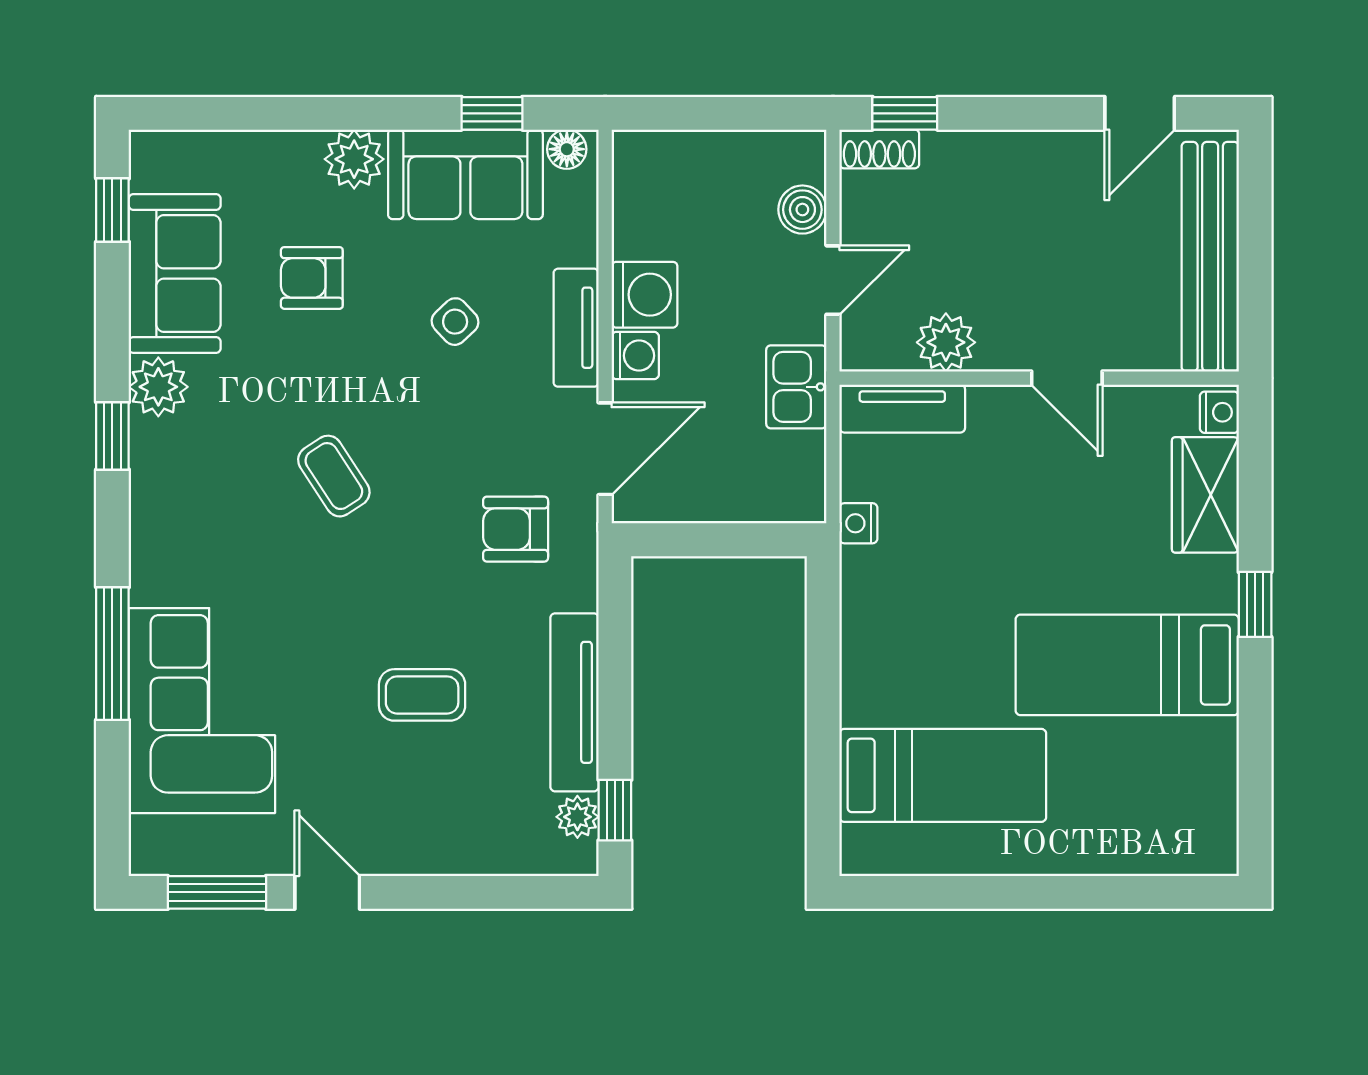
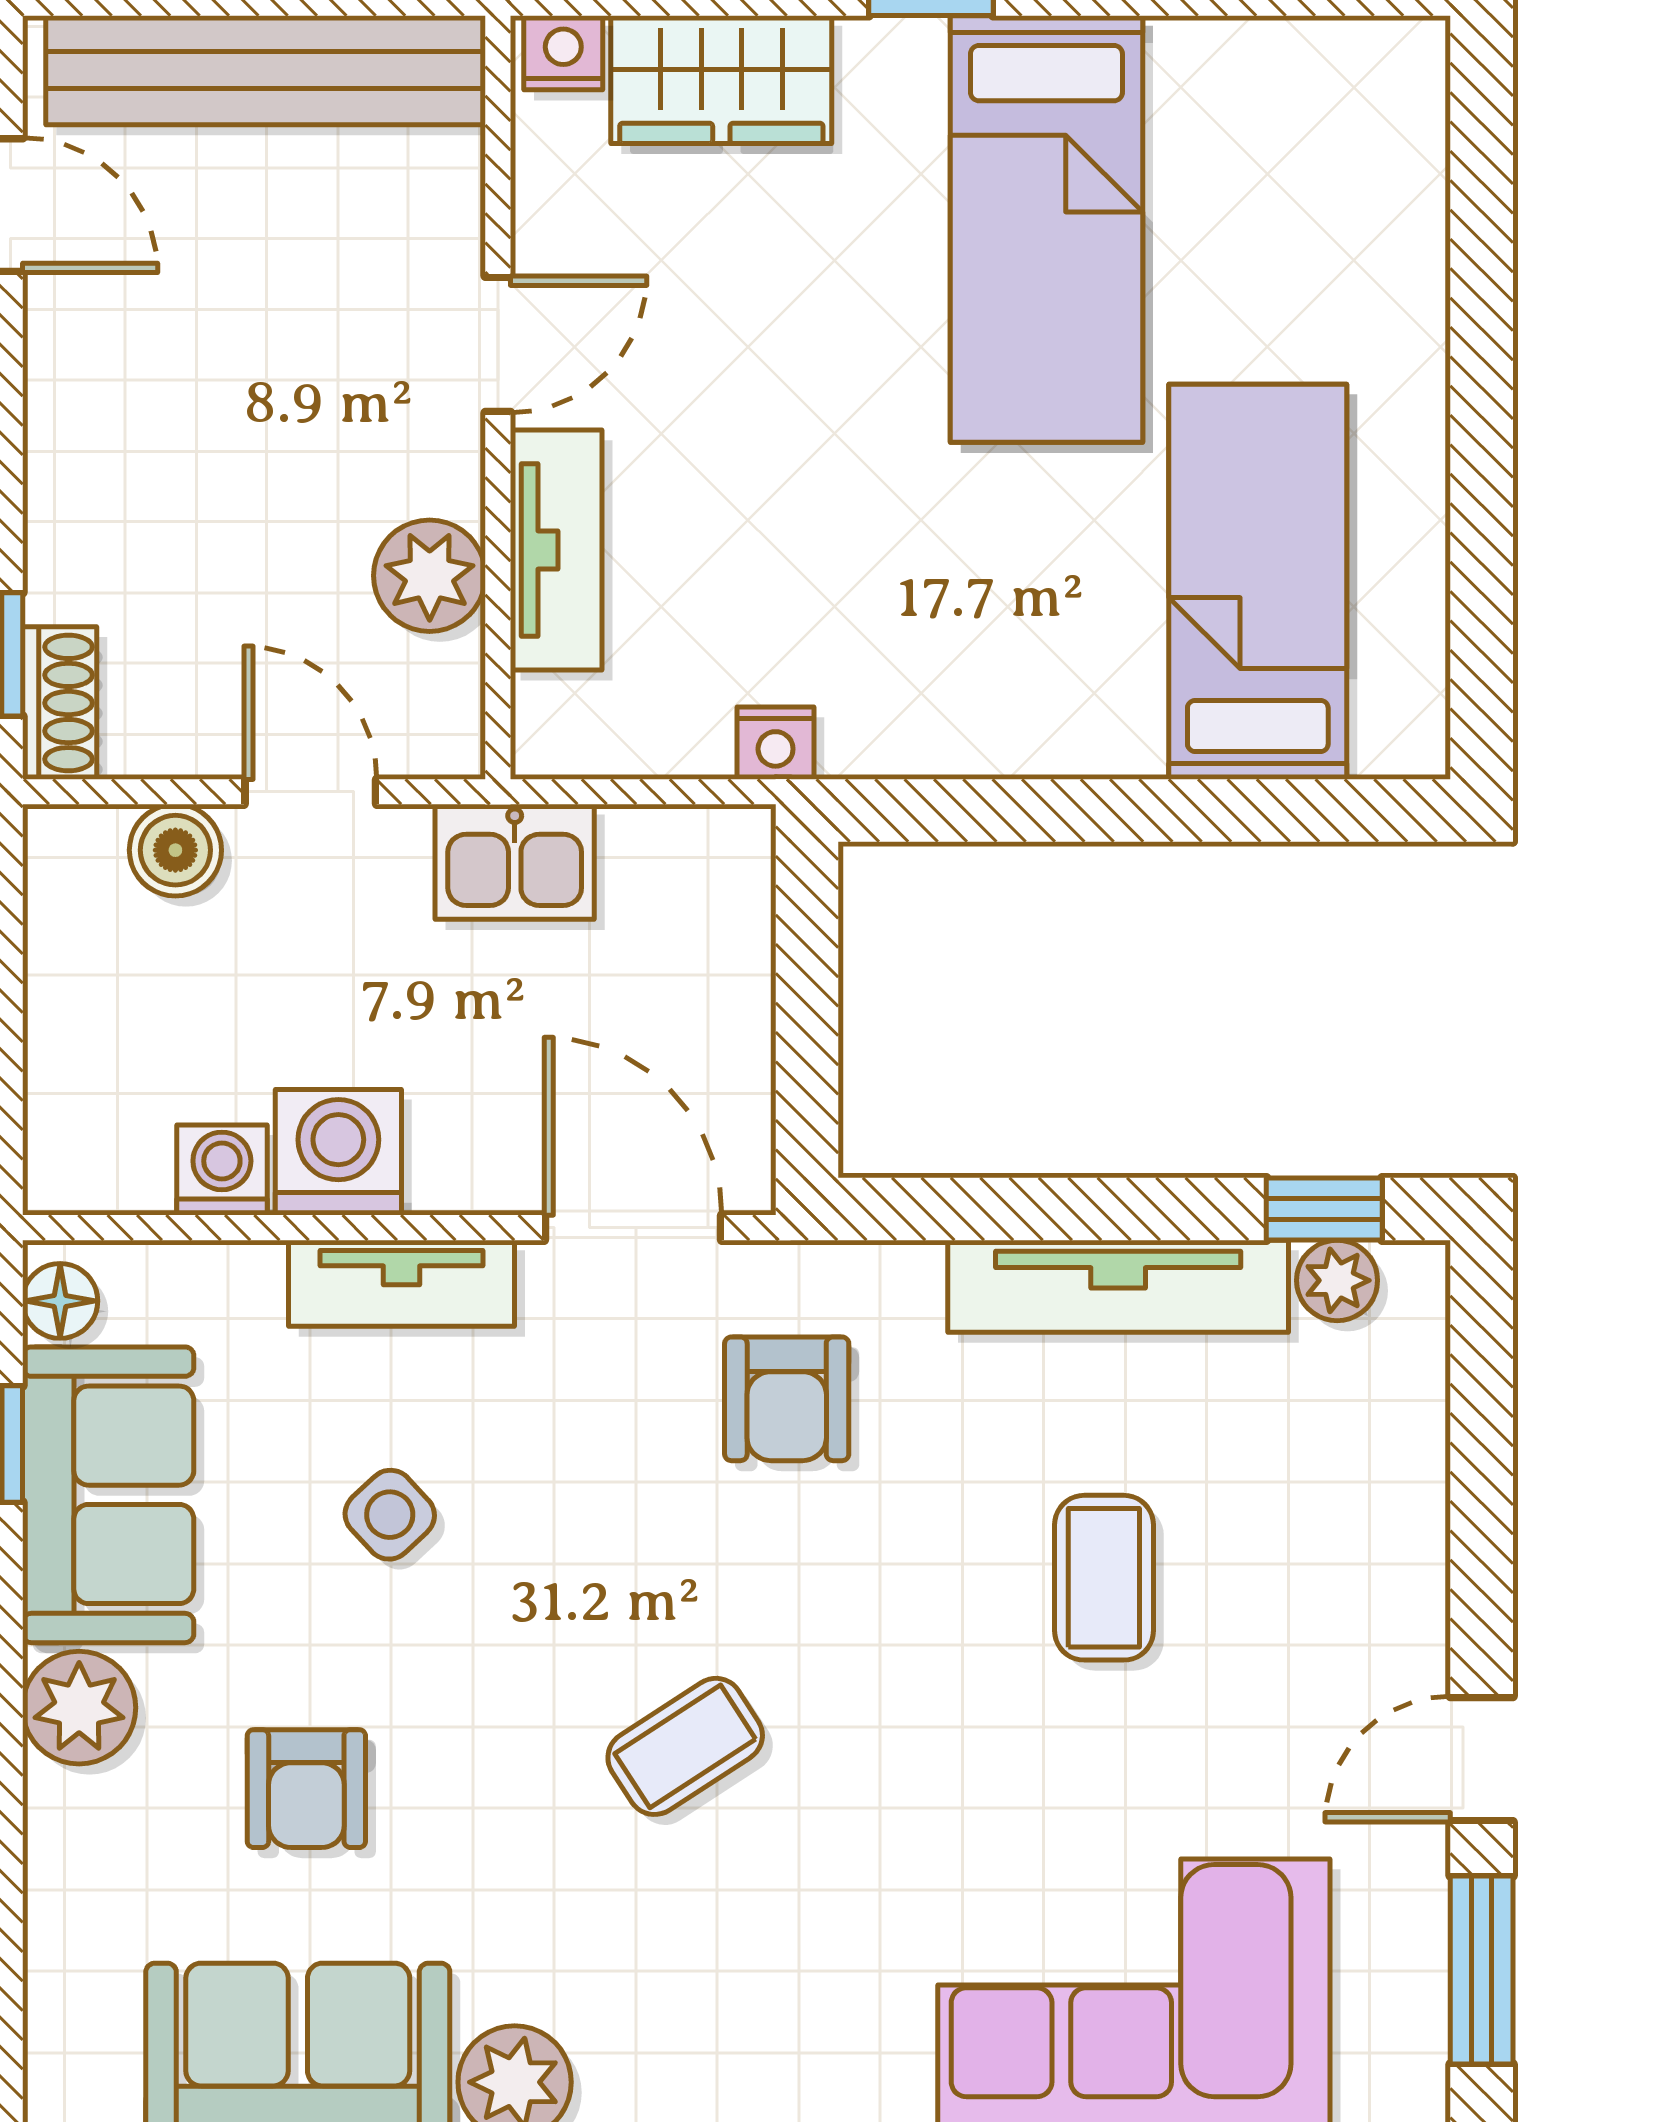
washing machine: (635, 356) -> (222, 1170), moved
tv unit: (902, 409) -> (556, 550), moved

